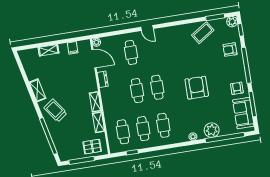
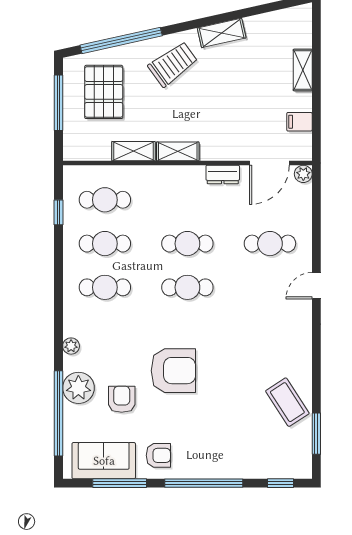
plant: (232, 22) -> (301, 468), removed
armchair: (230, 50) -> (122, 399), moved
pallet: (92, 147) -> (104, 92), moved, width x1.50, depth x1.42

